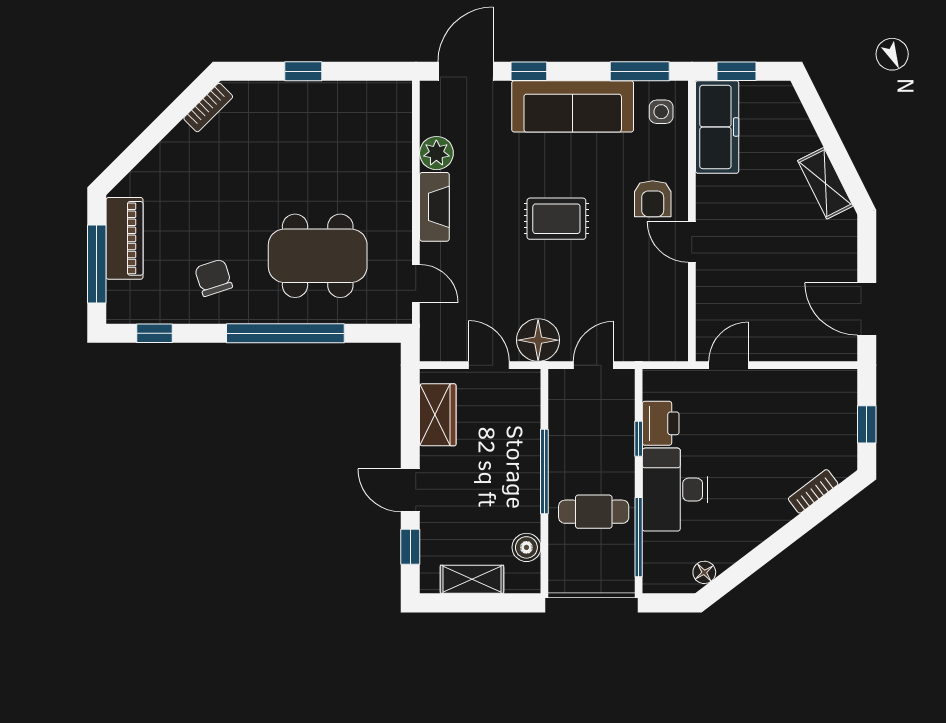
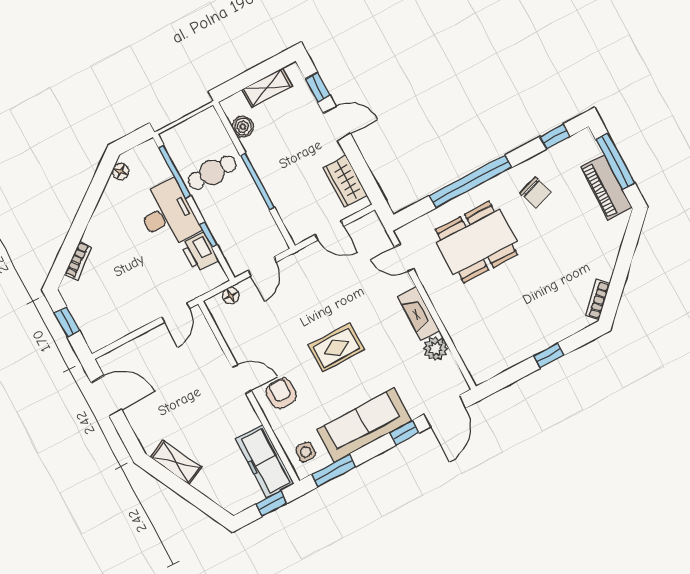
floor lamp: (538, 340) -> (231, 296), moved, width x0.53, depth x0.53

